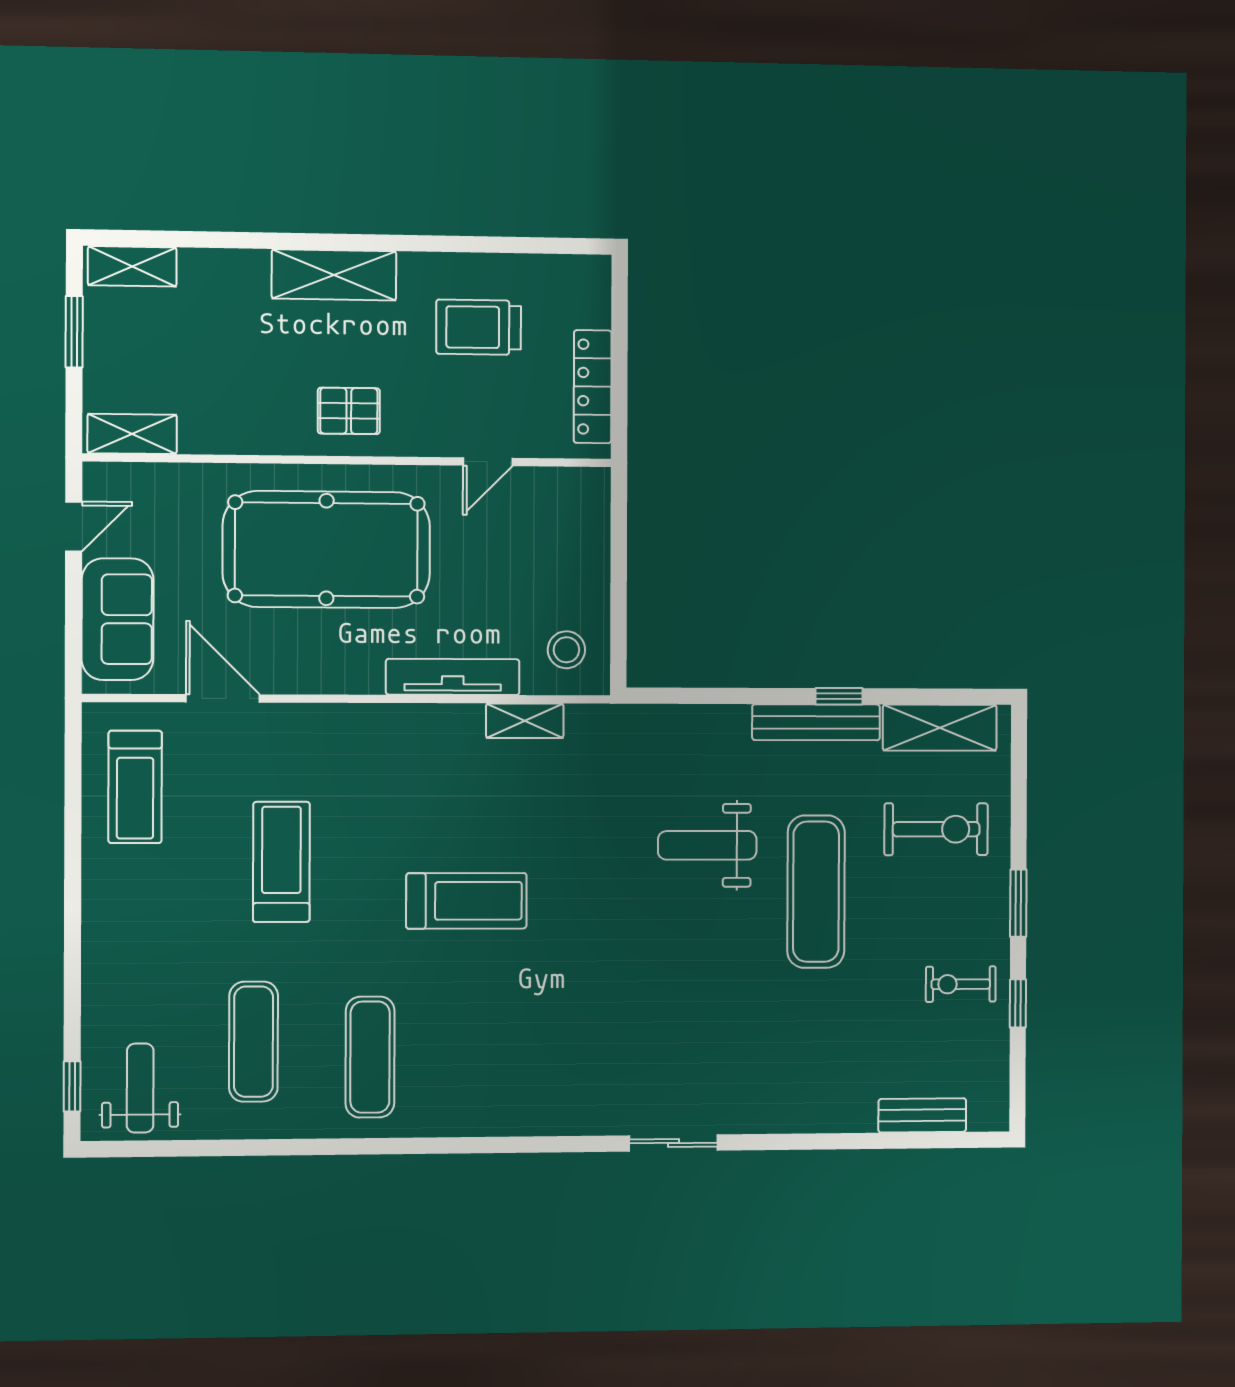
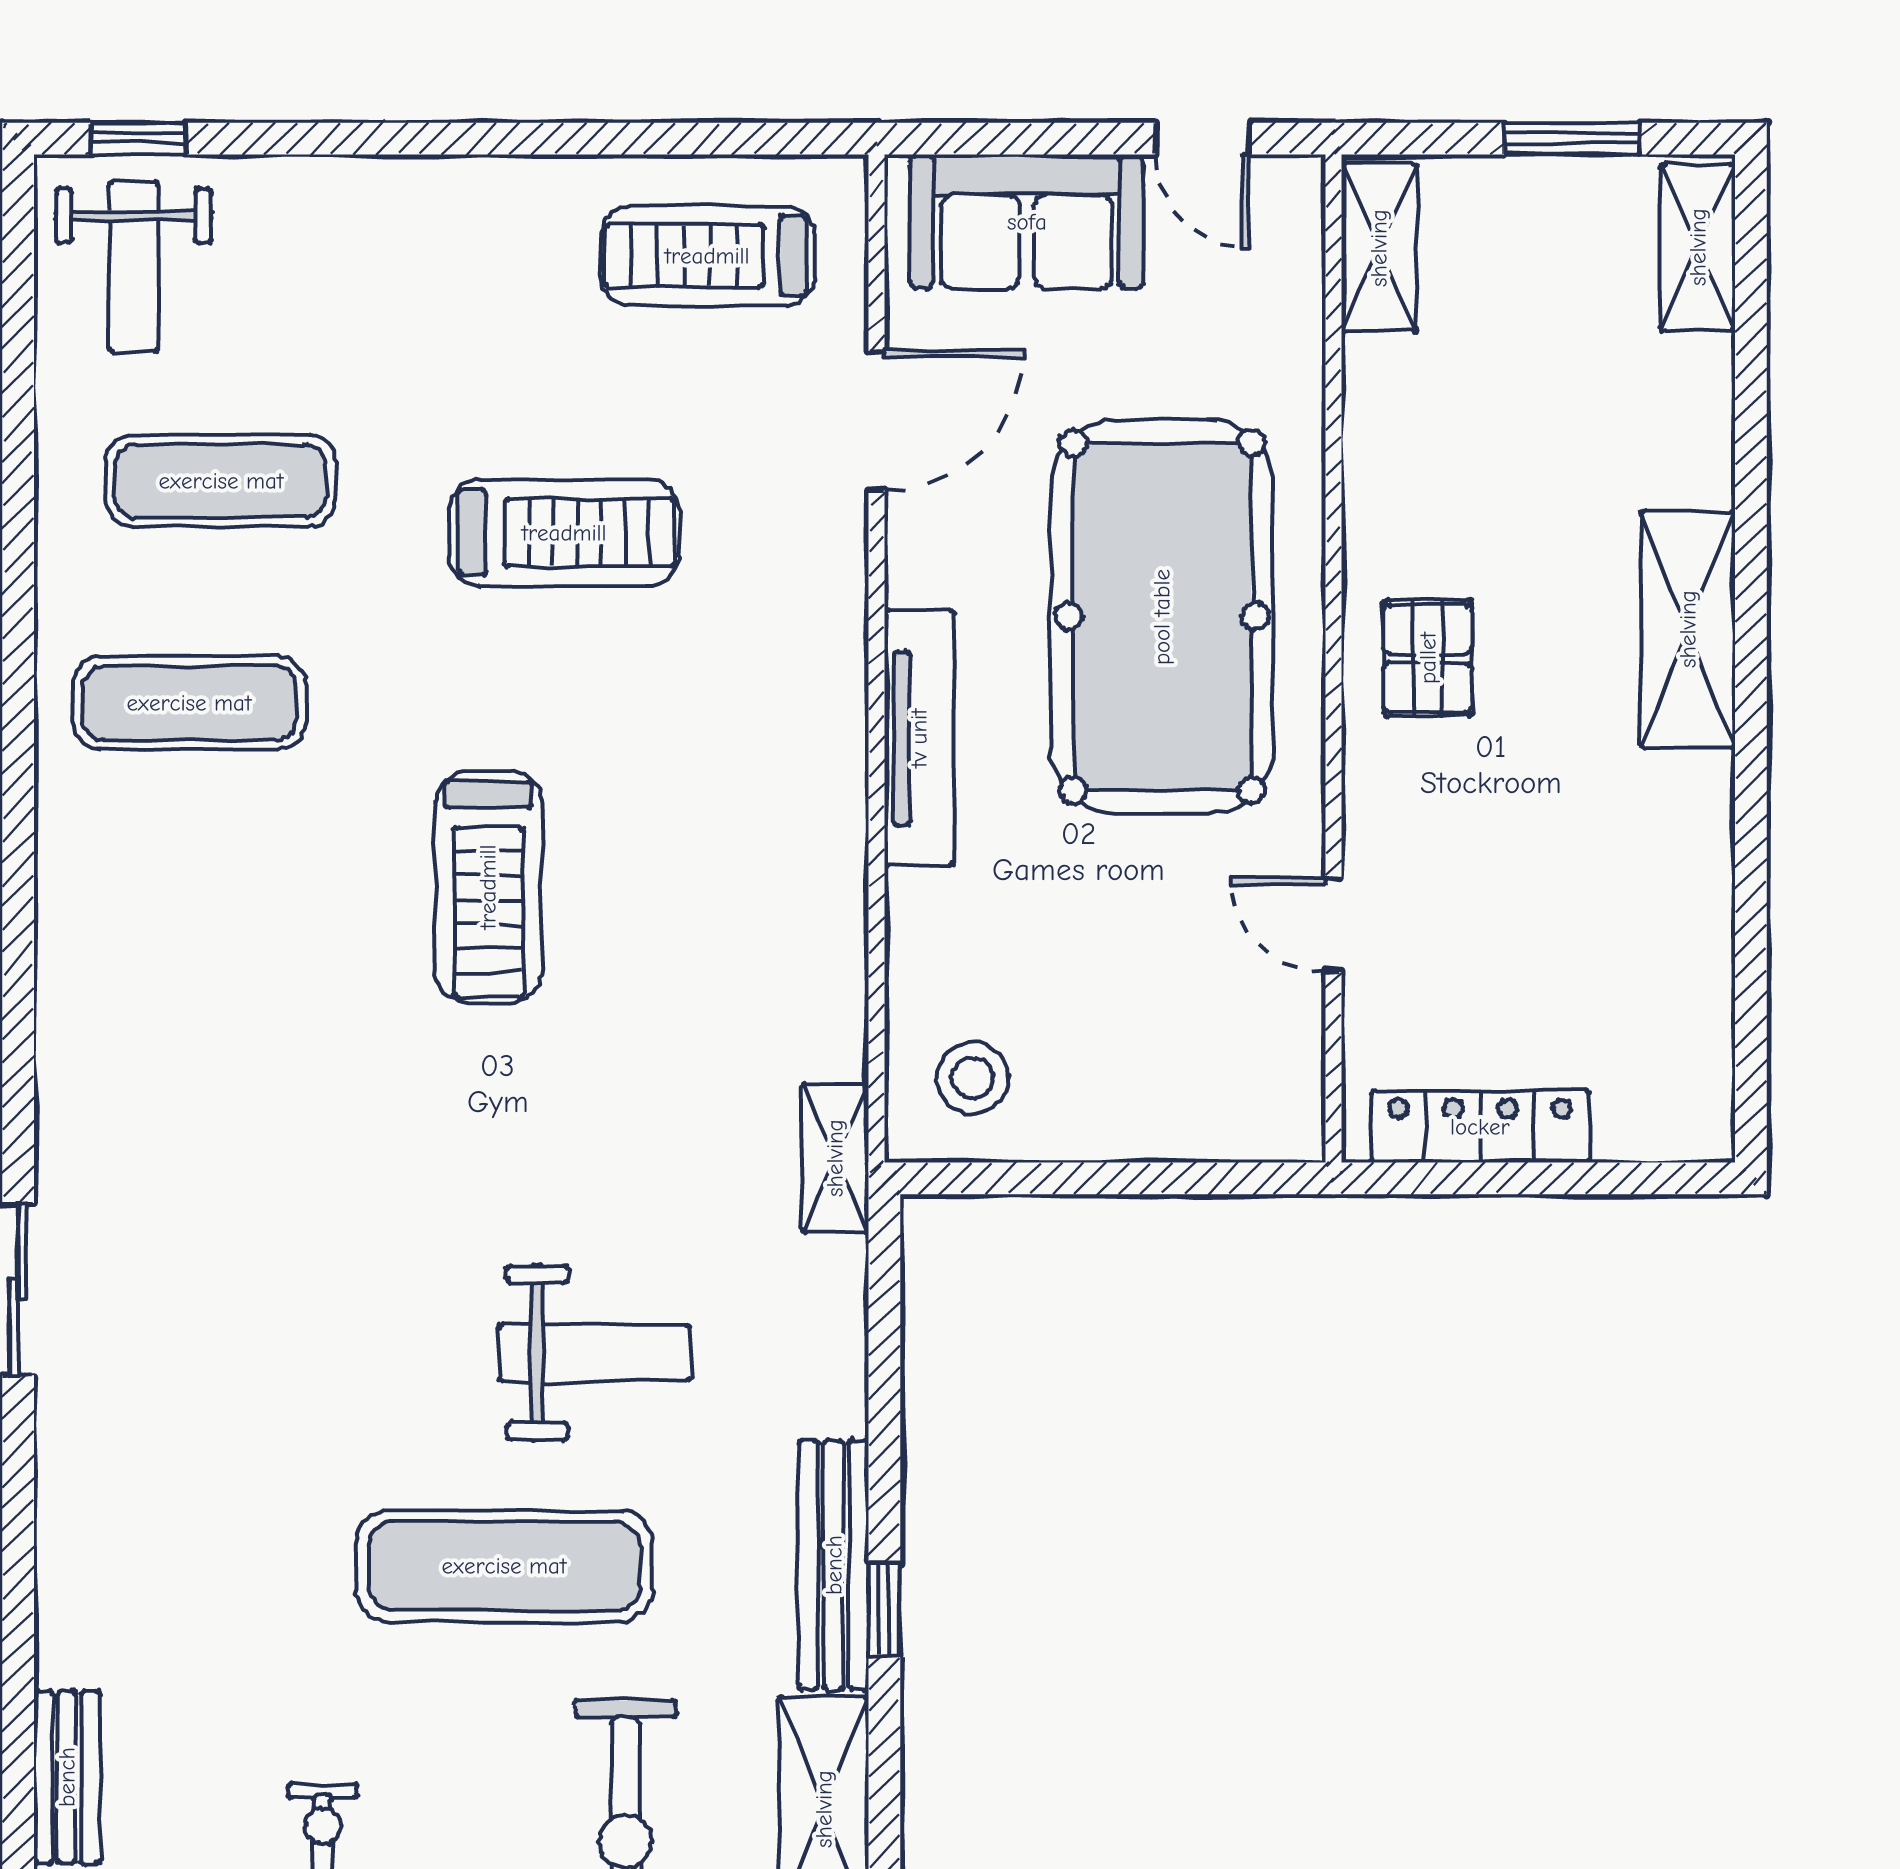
trolley: (479, 327) -> (1592, 906), removed
tv unit: (453, 677) -> (919, 738), moved
shelving: (525, 721) -> (835, 1158), moved
weight bench: (707, 845) -> (595, 1353), turned 90
weight bench: (140, 1088) -> (134, 267), turned 90

